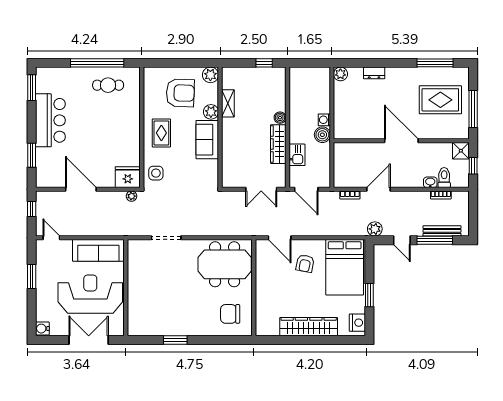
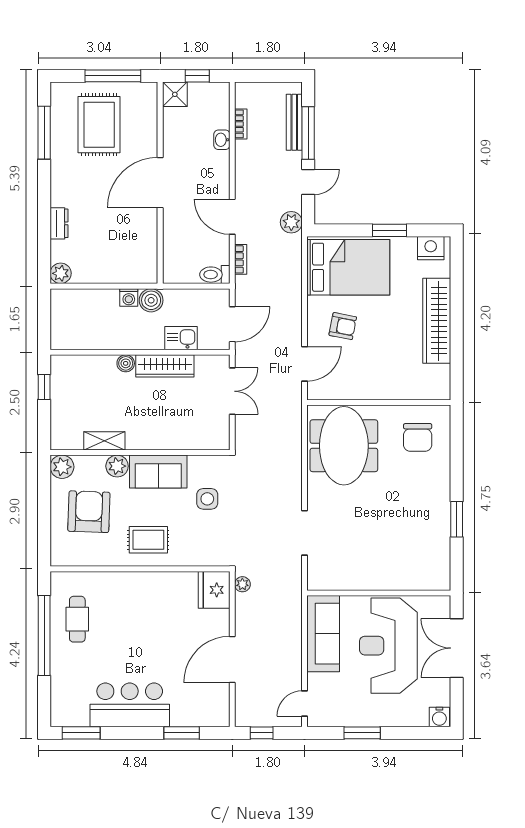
side table: (156, 173) -> (207, 499), moved
toilet: (444, 178) -> (215, 275), moved

